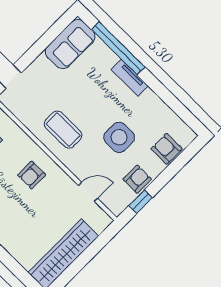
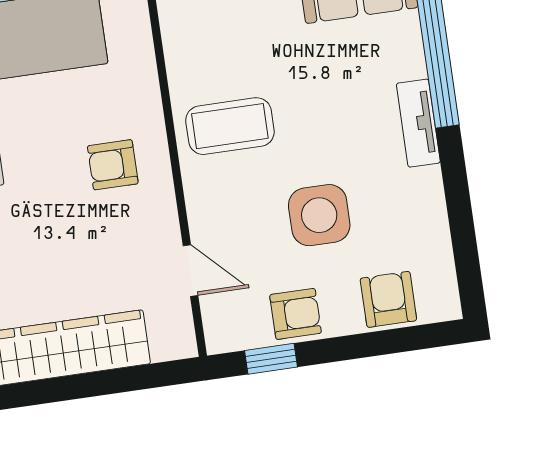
coffee table: (63, 130) -> (230, 126), turned 90

